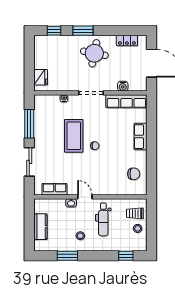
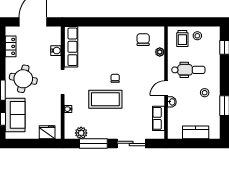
sofa: (58, 45) -> (15, 115), added
plant: (40, 112) -> (81, 133), added
row of seats: (141, 137) -> (106, 33), removed
plant: (121, 191) -> (160, 52), added

